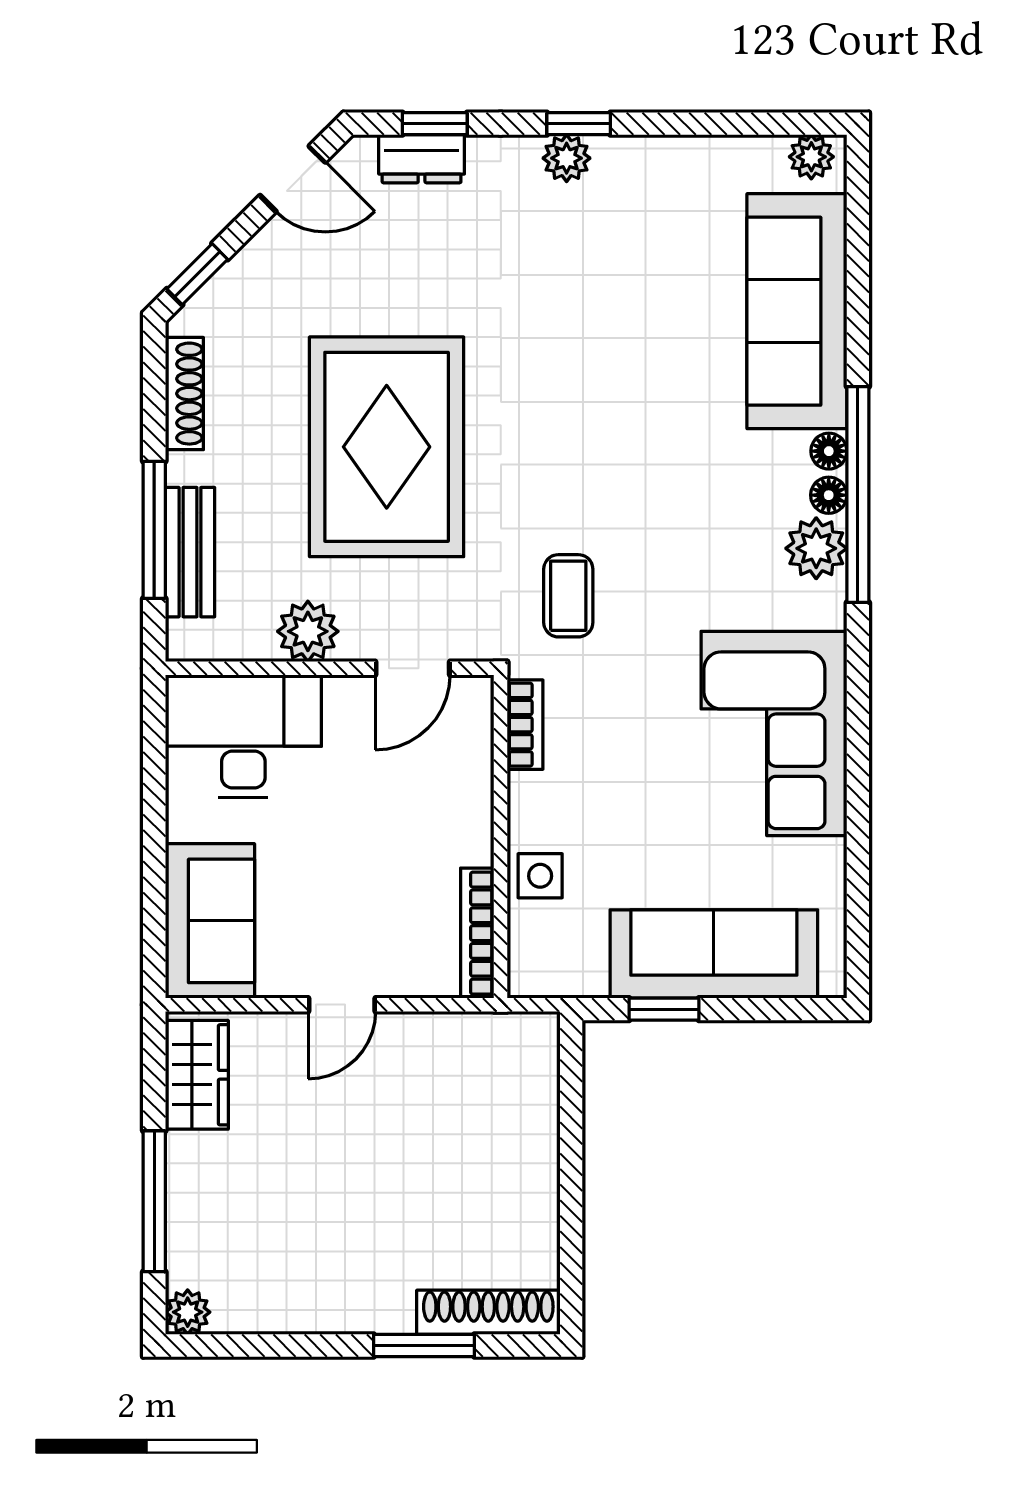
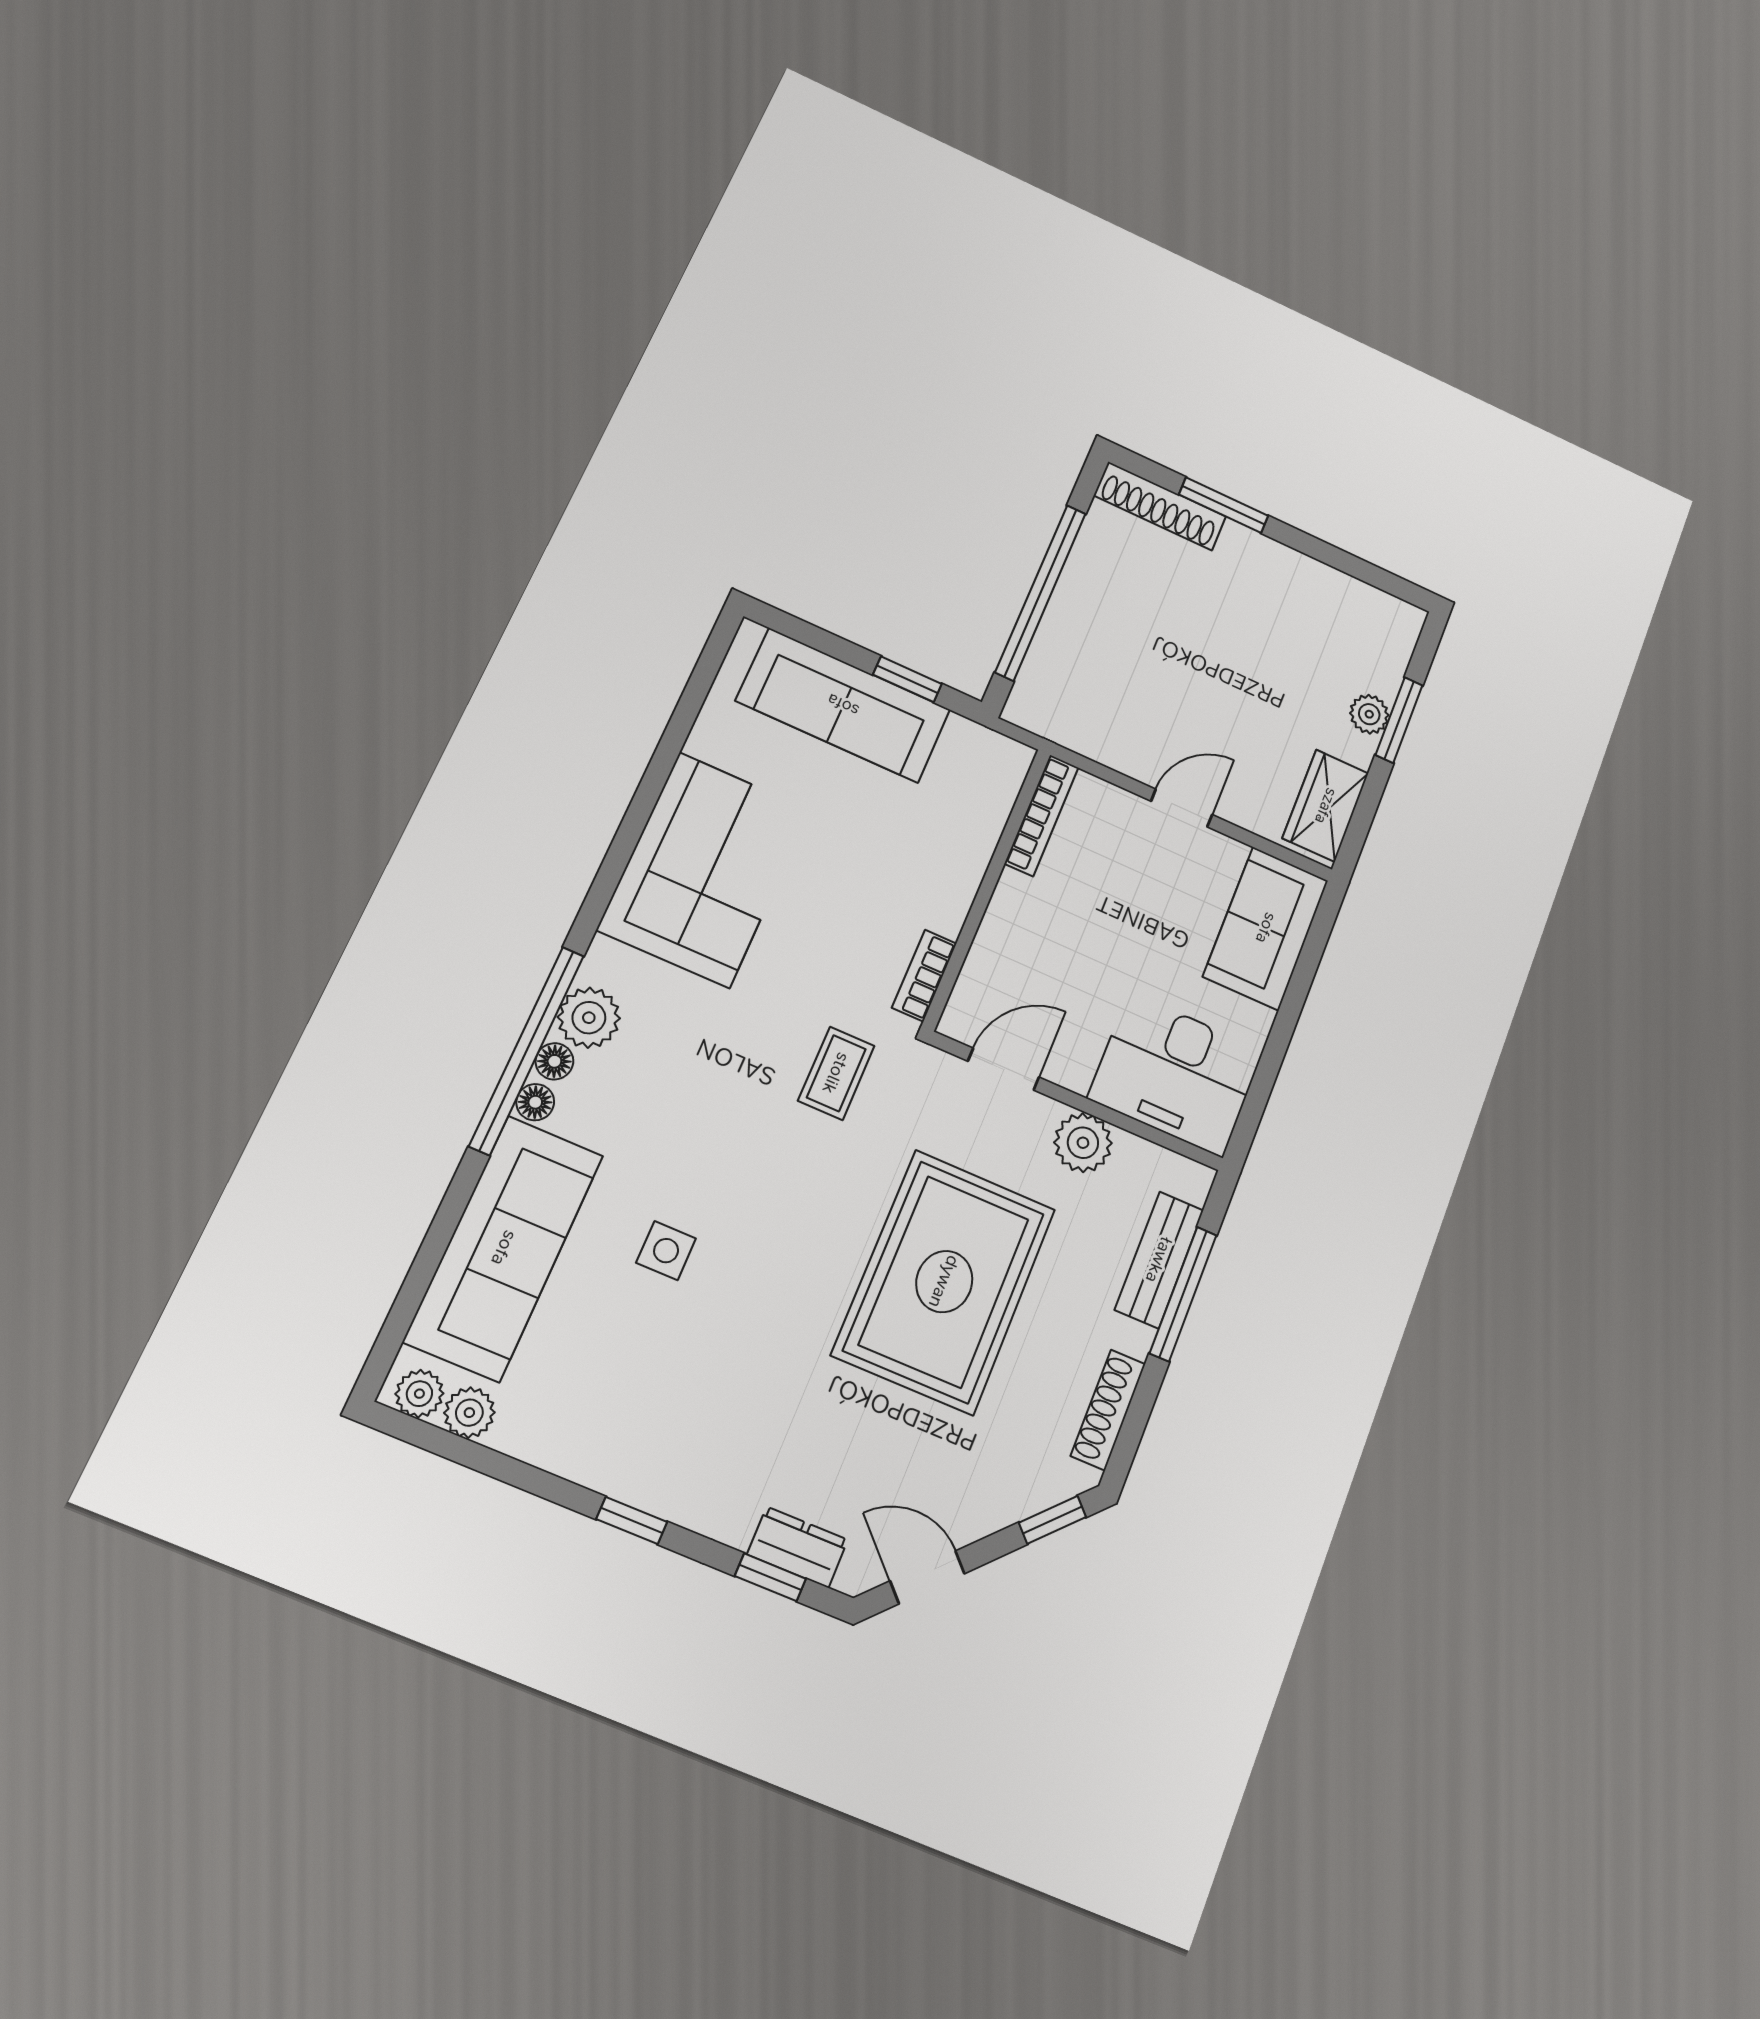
plant: (567, 158) -> (469, 1413), moved
side table: (540, 876) -> (666, 1251), moved
window: (571, 1161) -> (1041, 592), added
window: (154, 1201) -> (1399, 720), width x0.69
plant: (188, 1312) -> (1369, 714), moved

